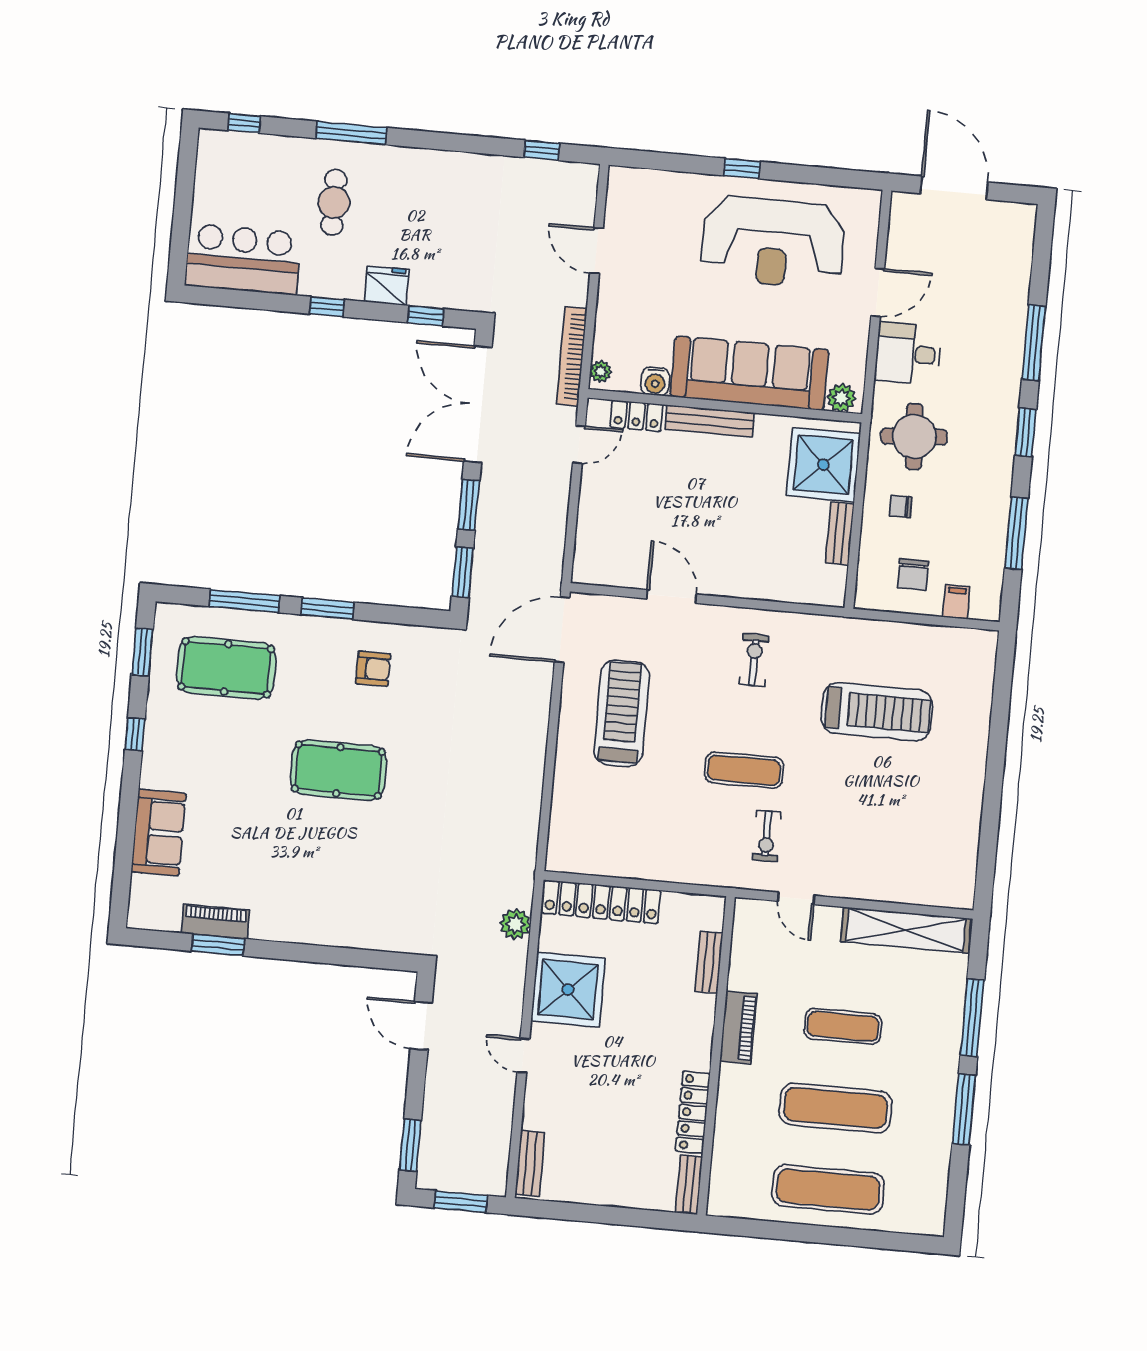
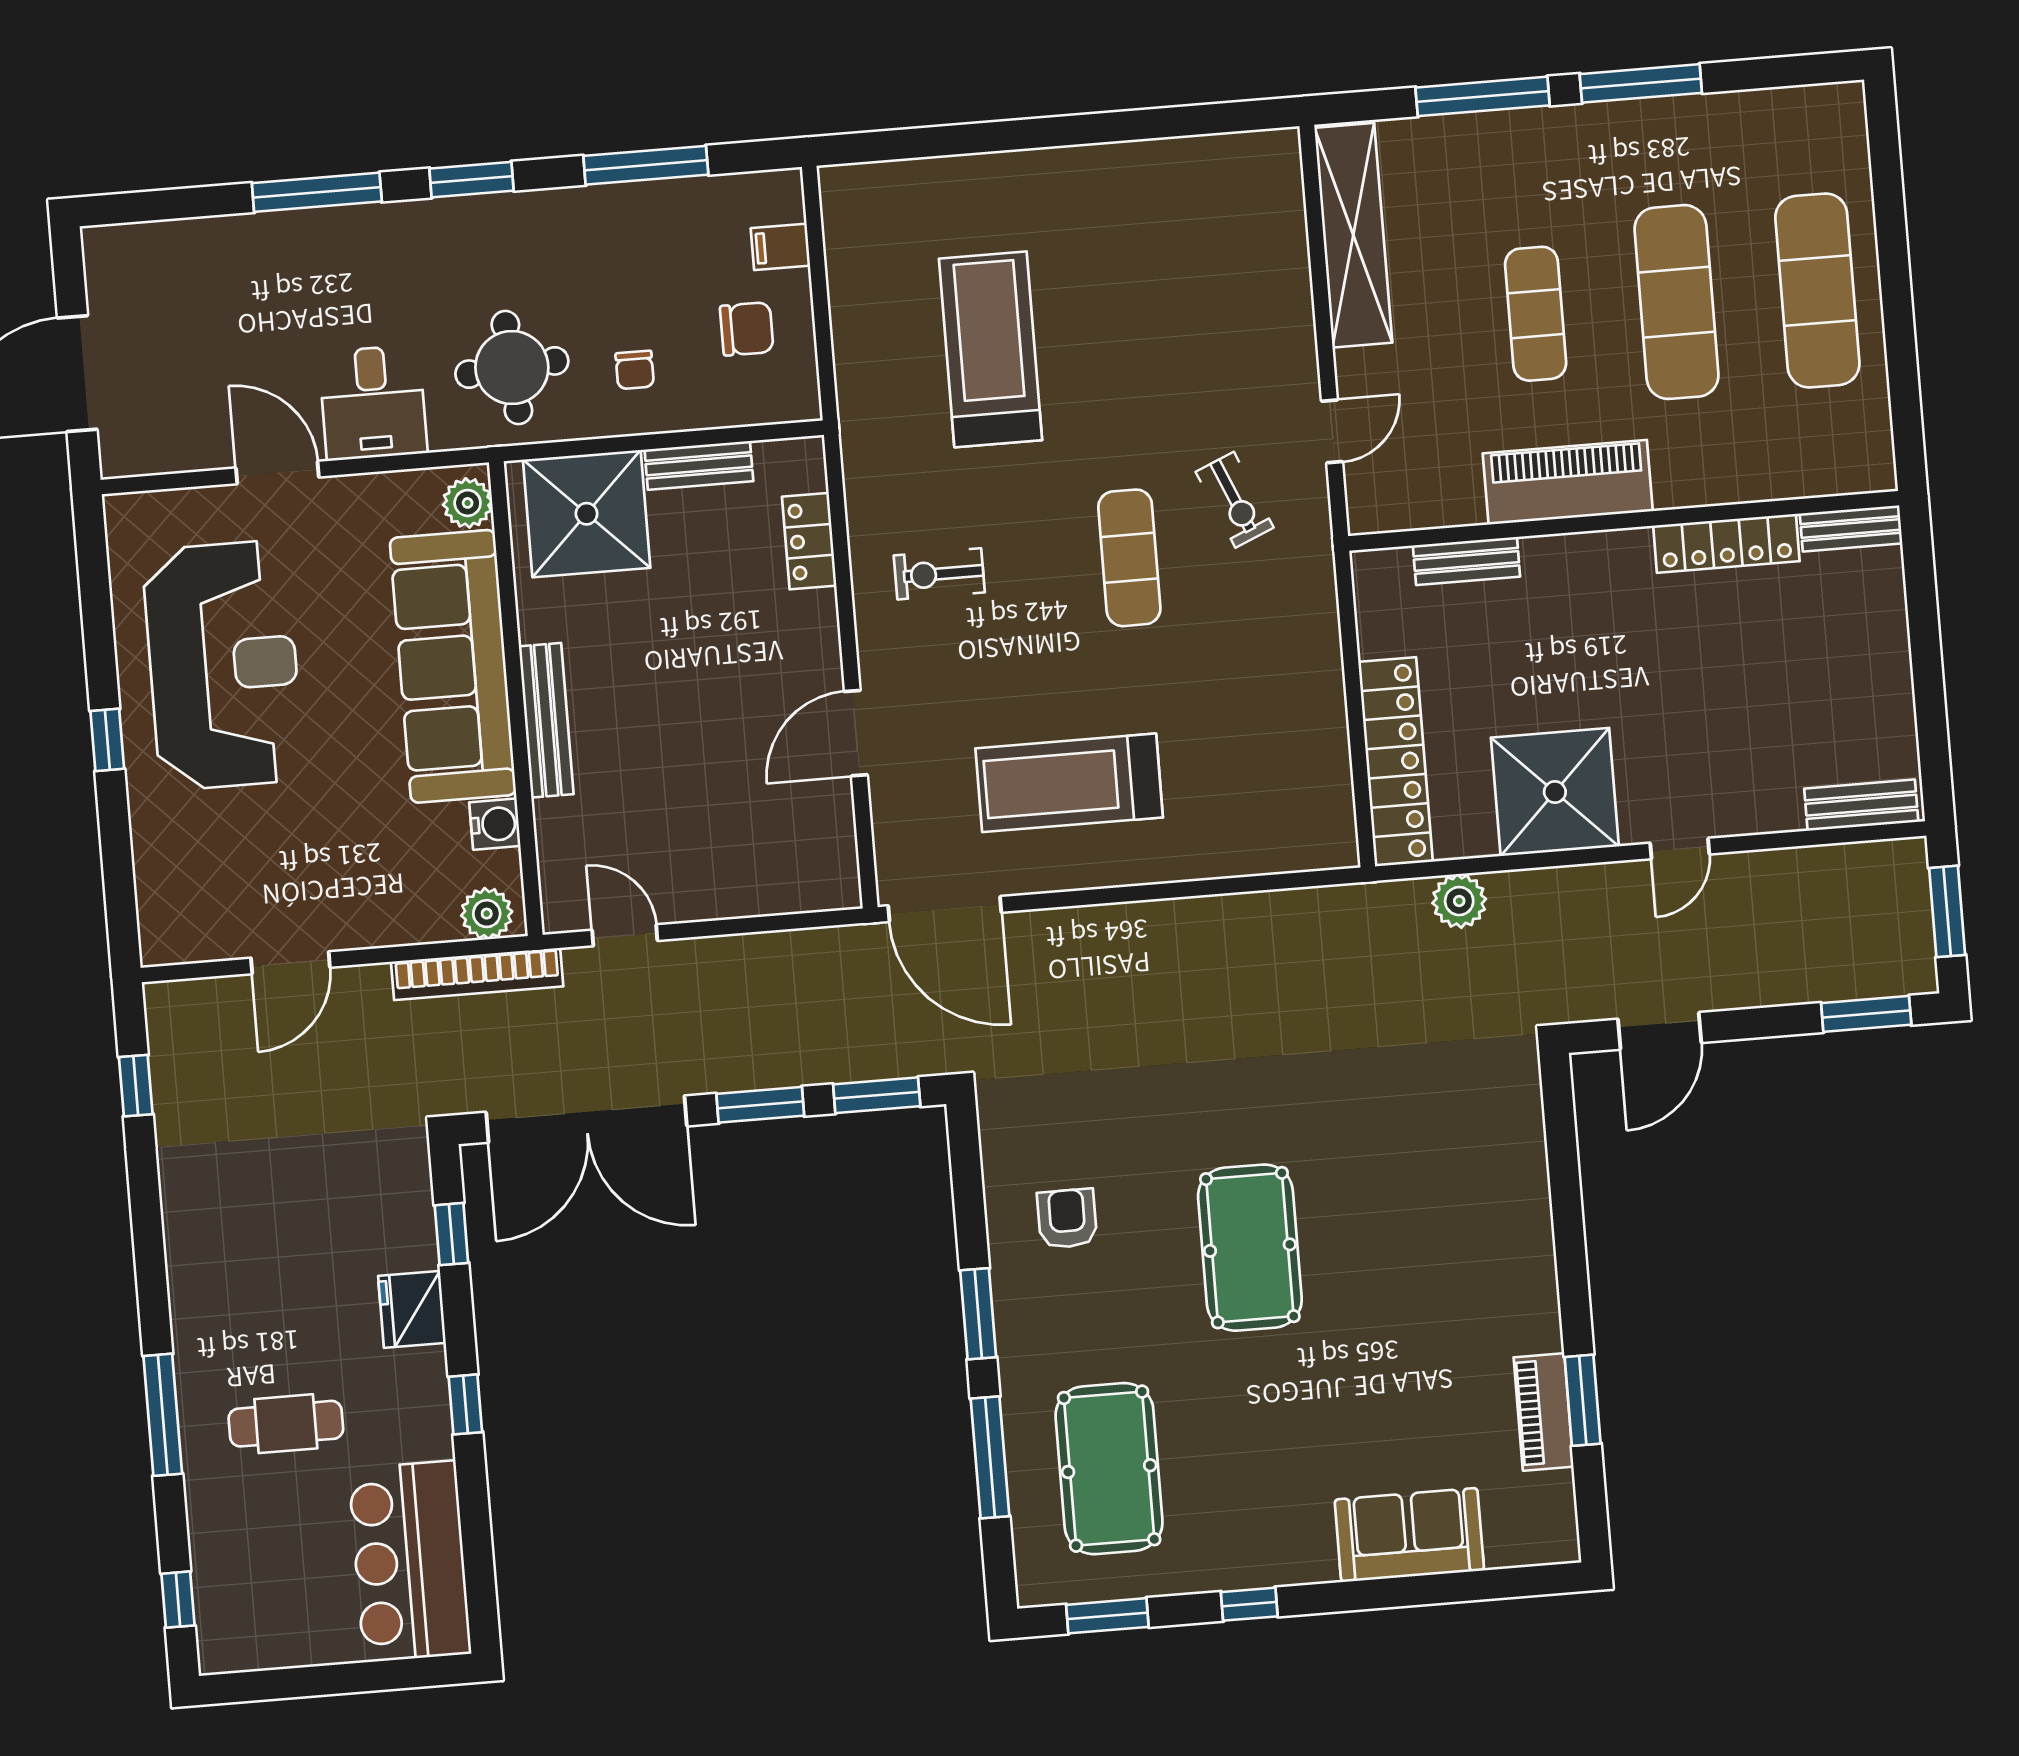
plant: (601, 371) -> (487, 914), width x1.38, depth x1.38
locker: (637, 416) -> (809, 541), moved, turned 180
exercise bike: (767, 836) -> (1235, 500), turned 67
piano: (738, 1027) -> (1568, 482), width x1.37, depth x1.33

